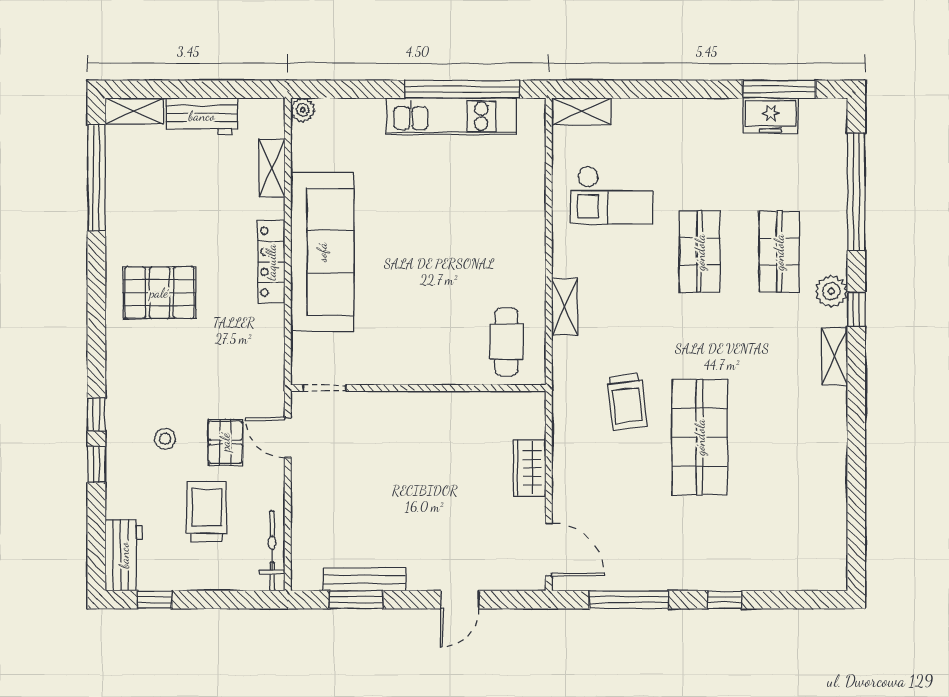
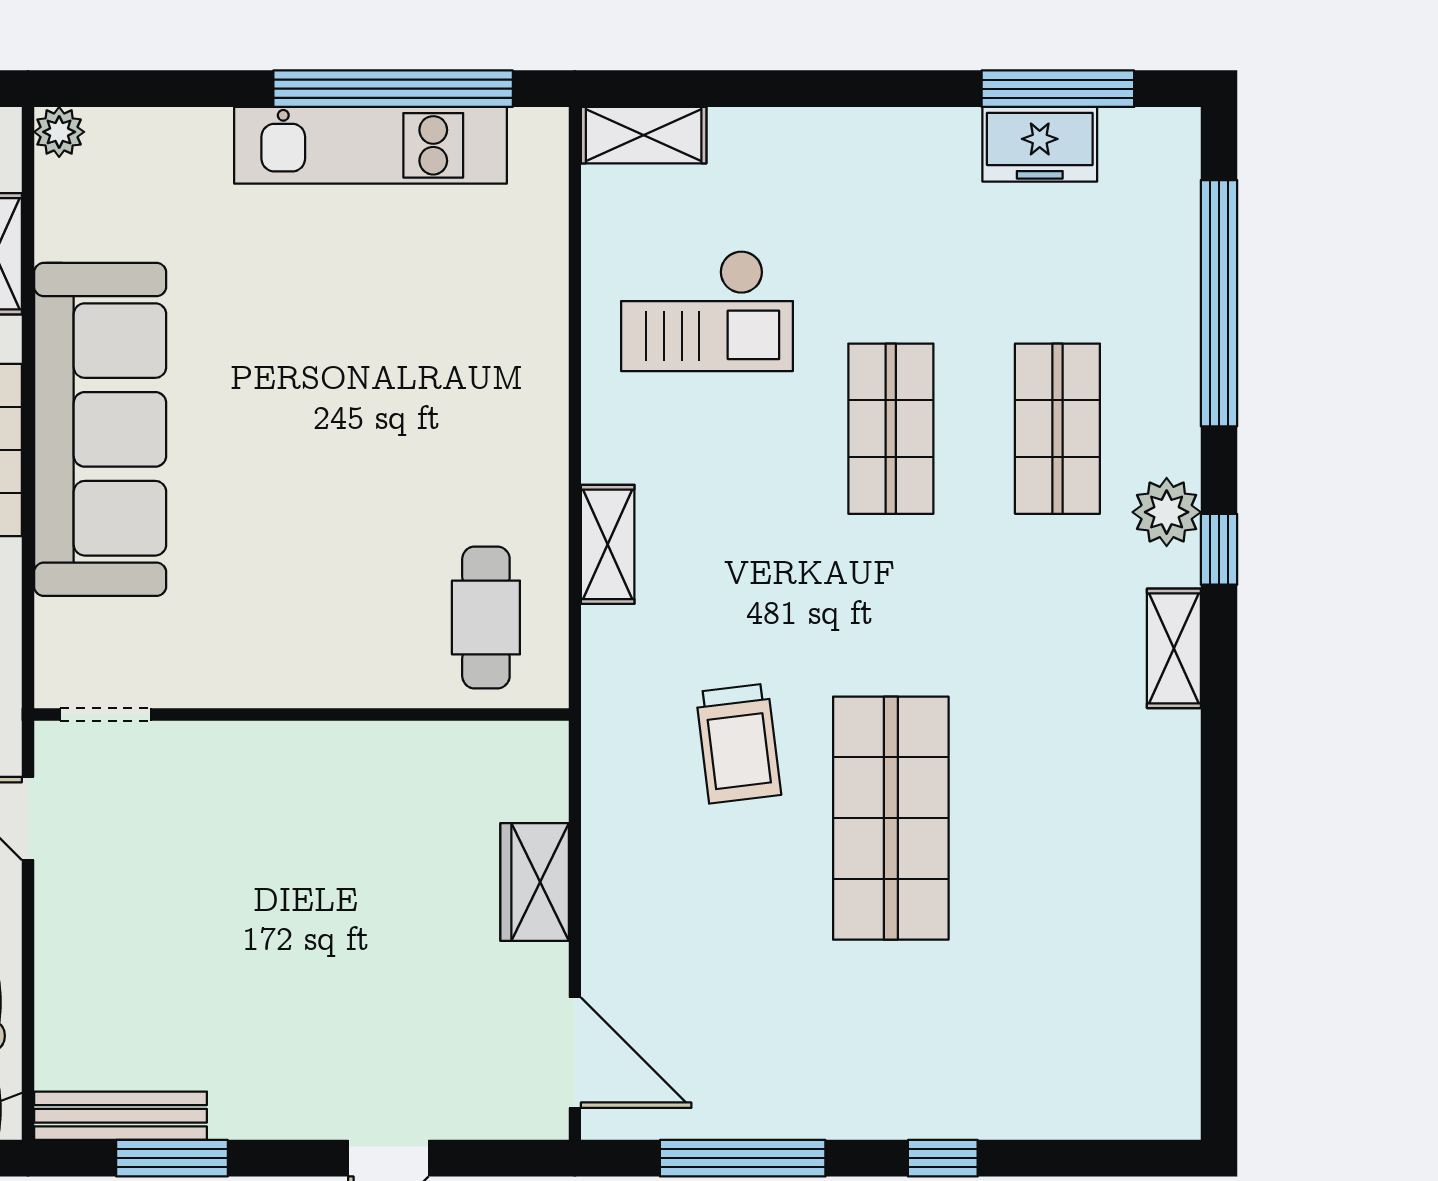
bench: (364, 579) -> (120, 1116), moved

